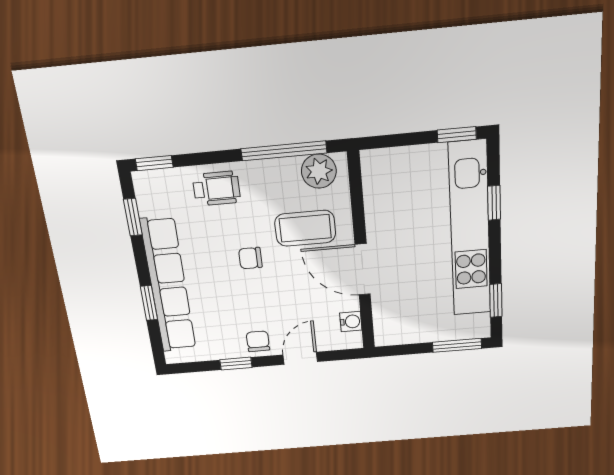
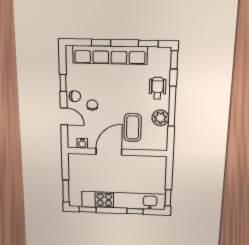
window: (284, 151) -> (172, 106), moved
plant: (319, 171) -> (160, 118), moved
wheelchair: (216, 188) -> (158, 88), turned 180
chair: (250, 258) -> (92, 105), moved

